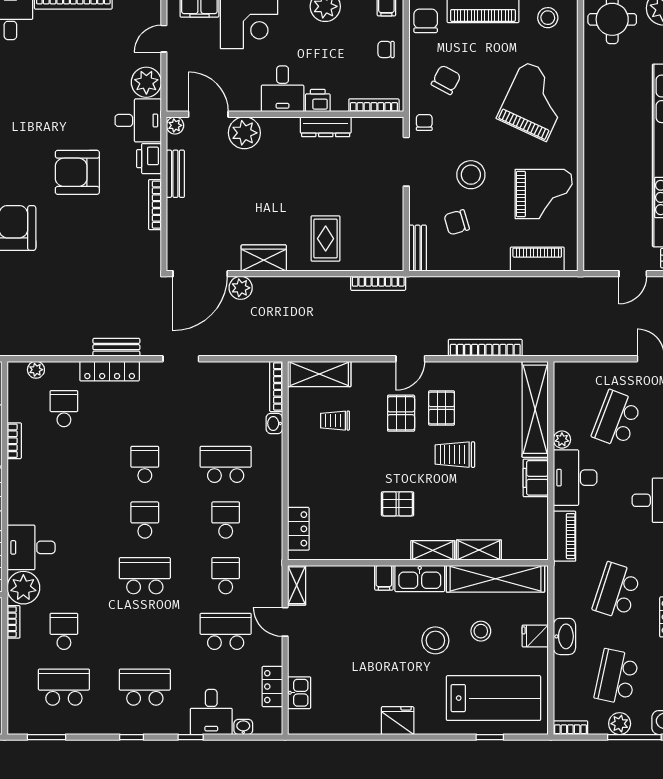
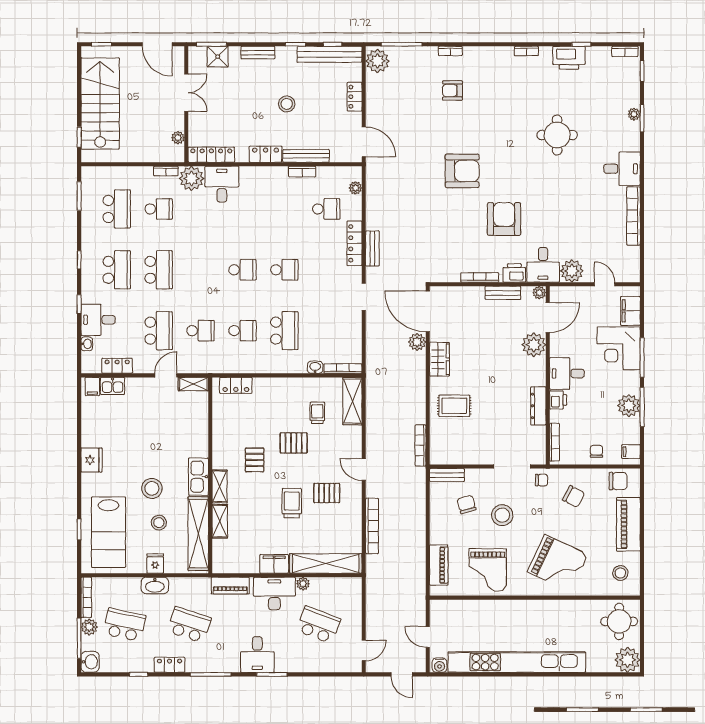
pallet: (401, 413) -> (294, 443), moved
school desk: (145, 576) -> (159, 270), moved
filing cabinet: (384, 578) -> (92, 387), moved, turned -90
bookcase: (570, 728) -> (86, 597), width x1.56

